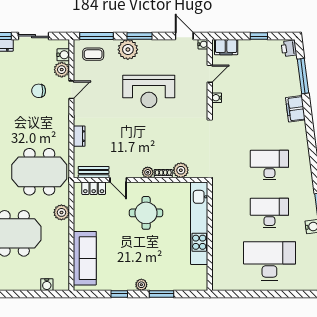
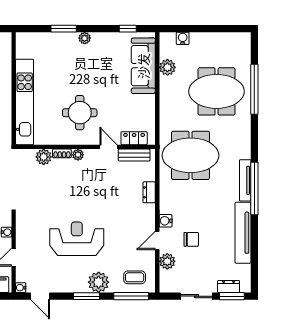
water cooler: (63, 55) -> (166, 221), moved
plant: (61, 212) -> (167, 67), moved
window: (119, 294) -> (128, 29), moved

